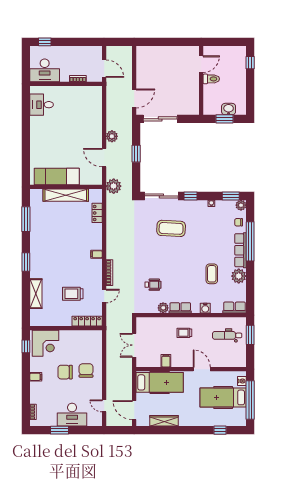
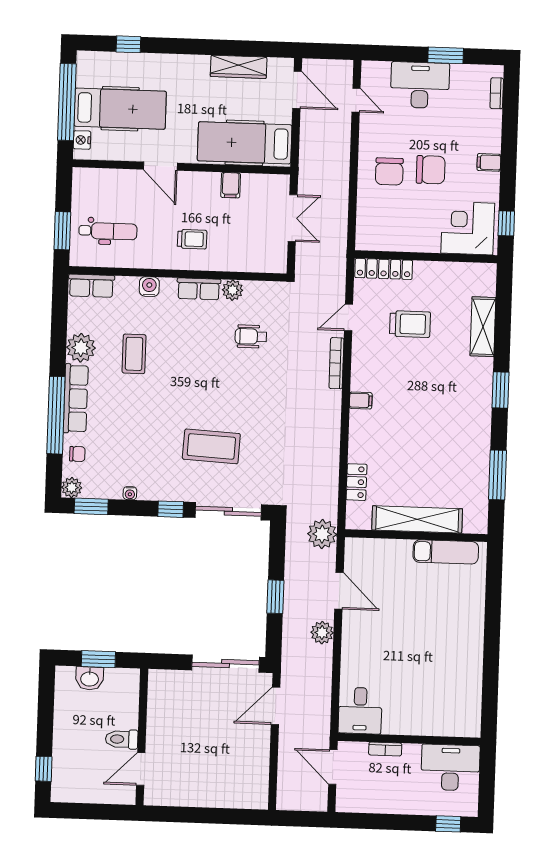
desk: (42, 105) -> (360, 711), moved, turned 90
exam couch: (57, 177) -> (446, 552), width x0.73, depth x0.69

